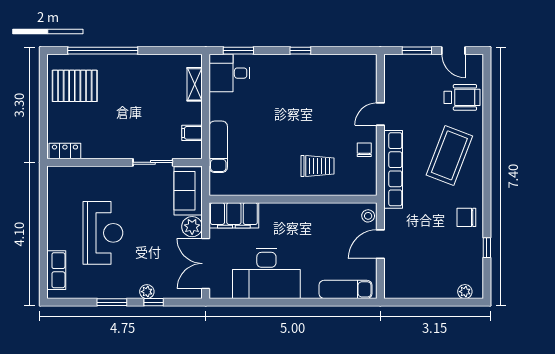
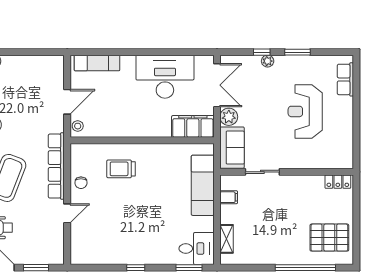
exam couch: (218, 147) -> (203, 185), width x1.36, depth x1.45

